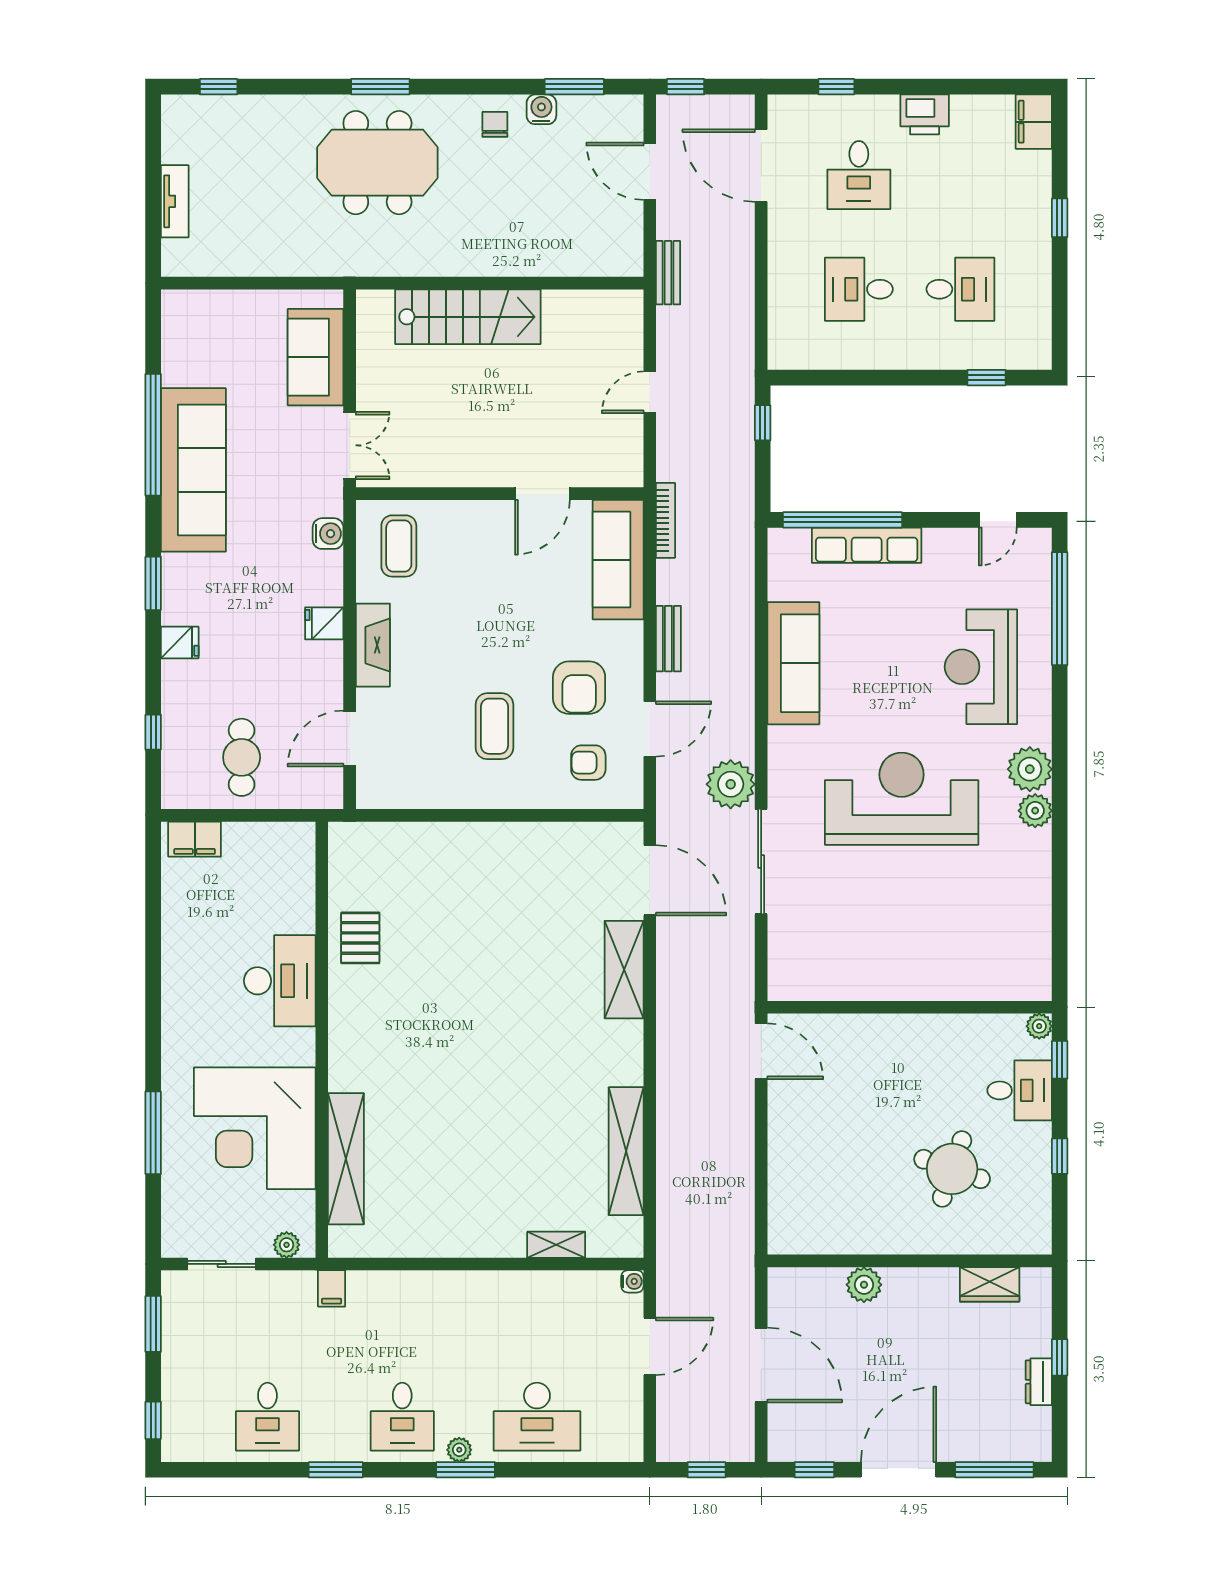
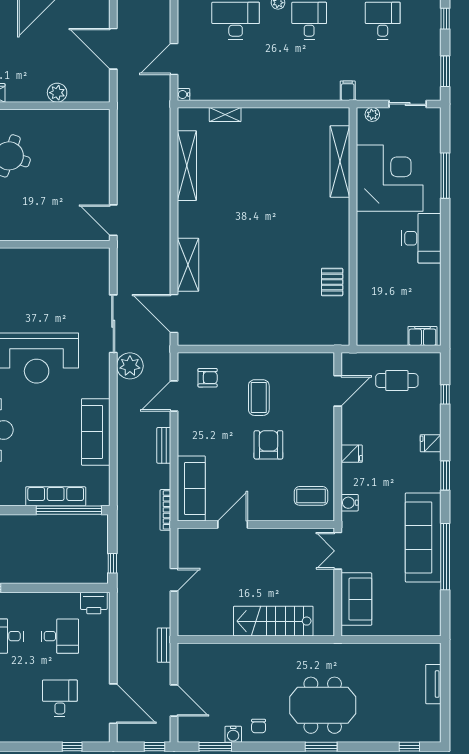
printer: (925, 114) -> (94, 603), moved, turned 180
coffee table: (399, 546) -> (311, 496), turned 90
fireplace: (373, 645) -> (325, 442), removed
armchair: (579, 688) -> (268, 445), moved
cafe table: (242, 757) -> (397, 381), turned 90
desk: (280, 981) -> (421, 238), moved, turned 180

